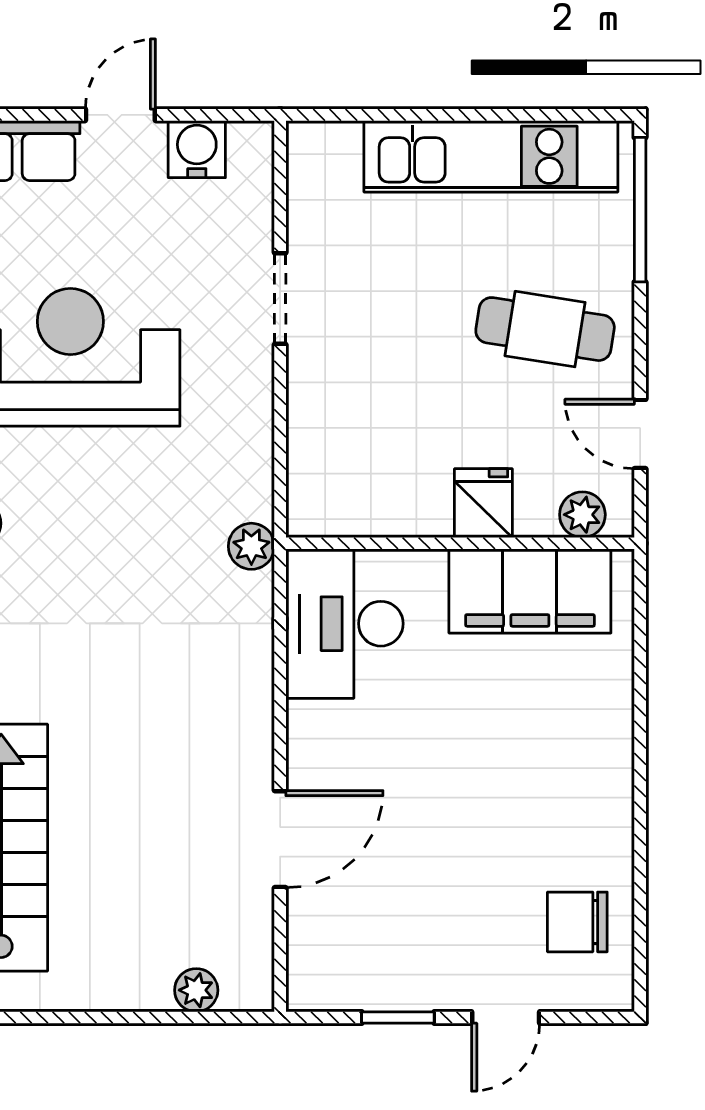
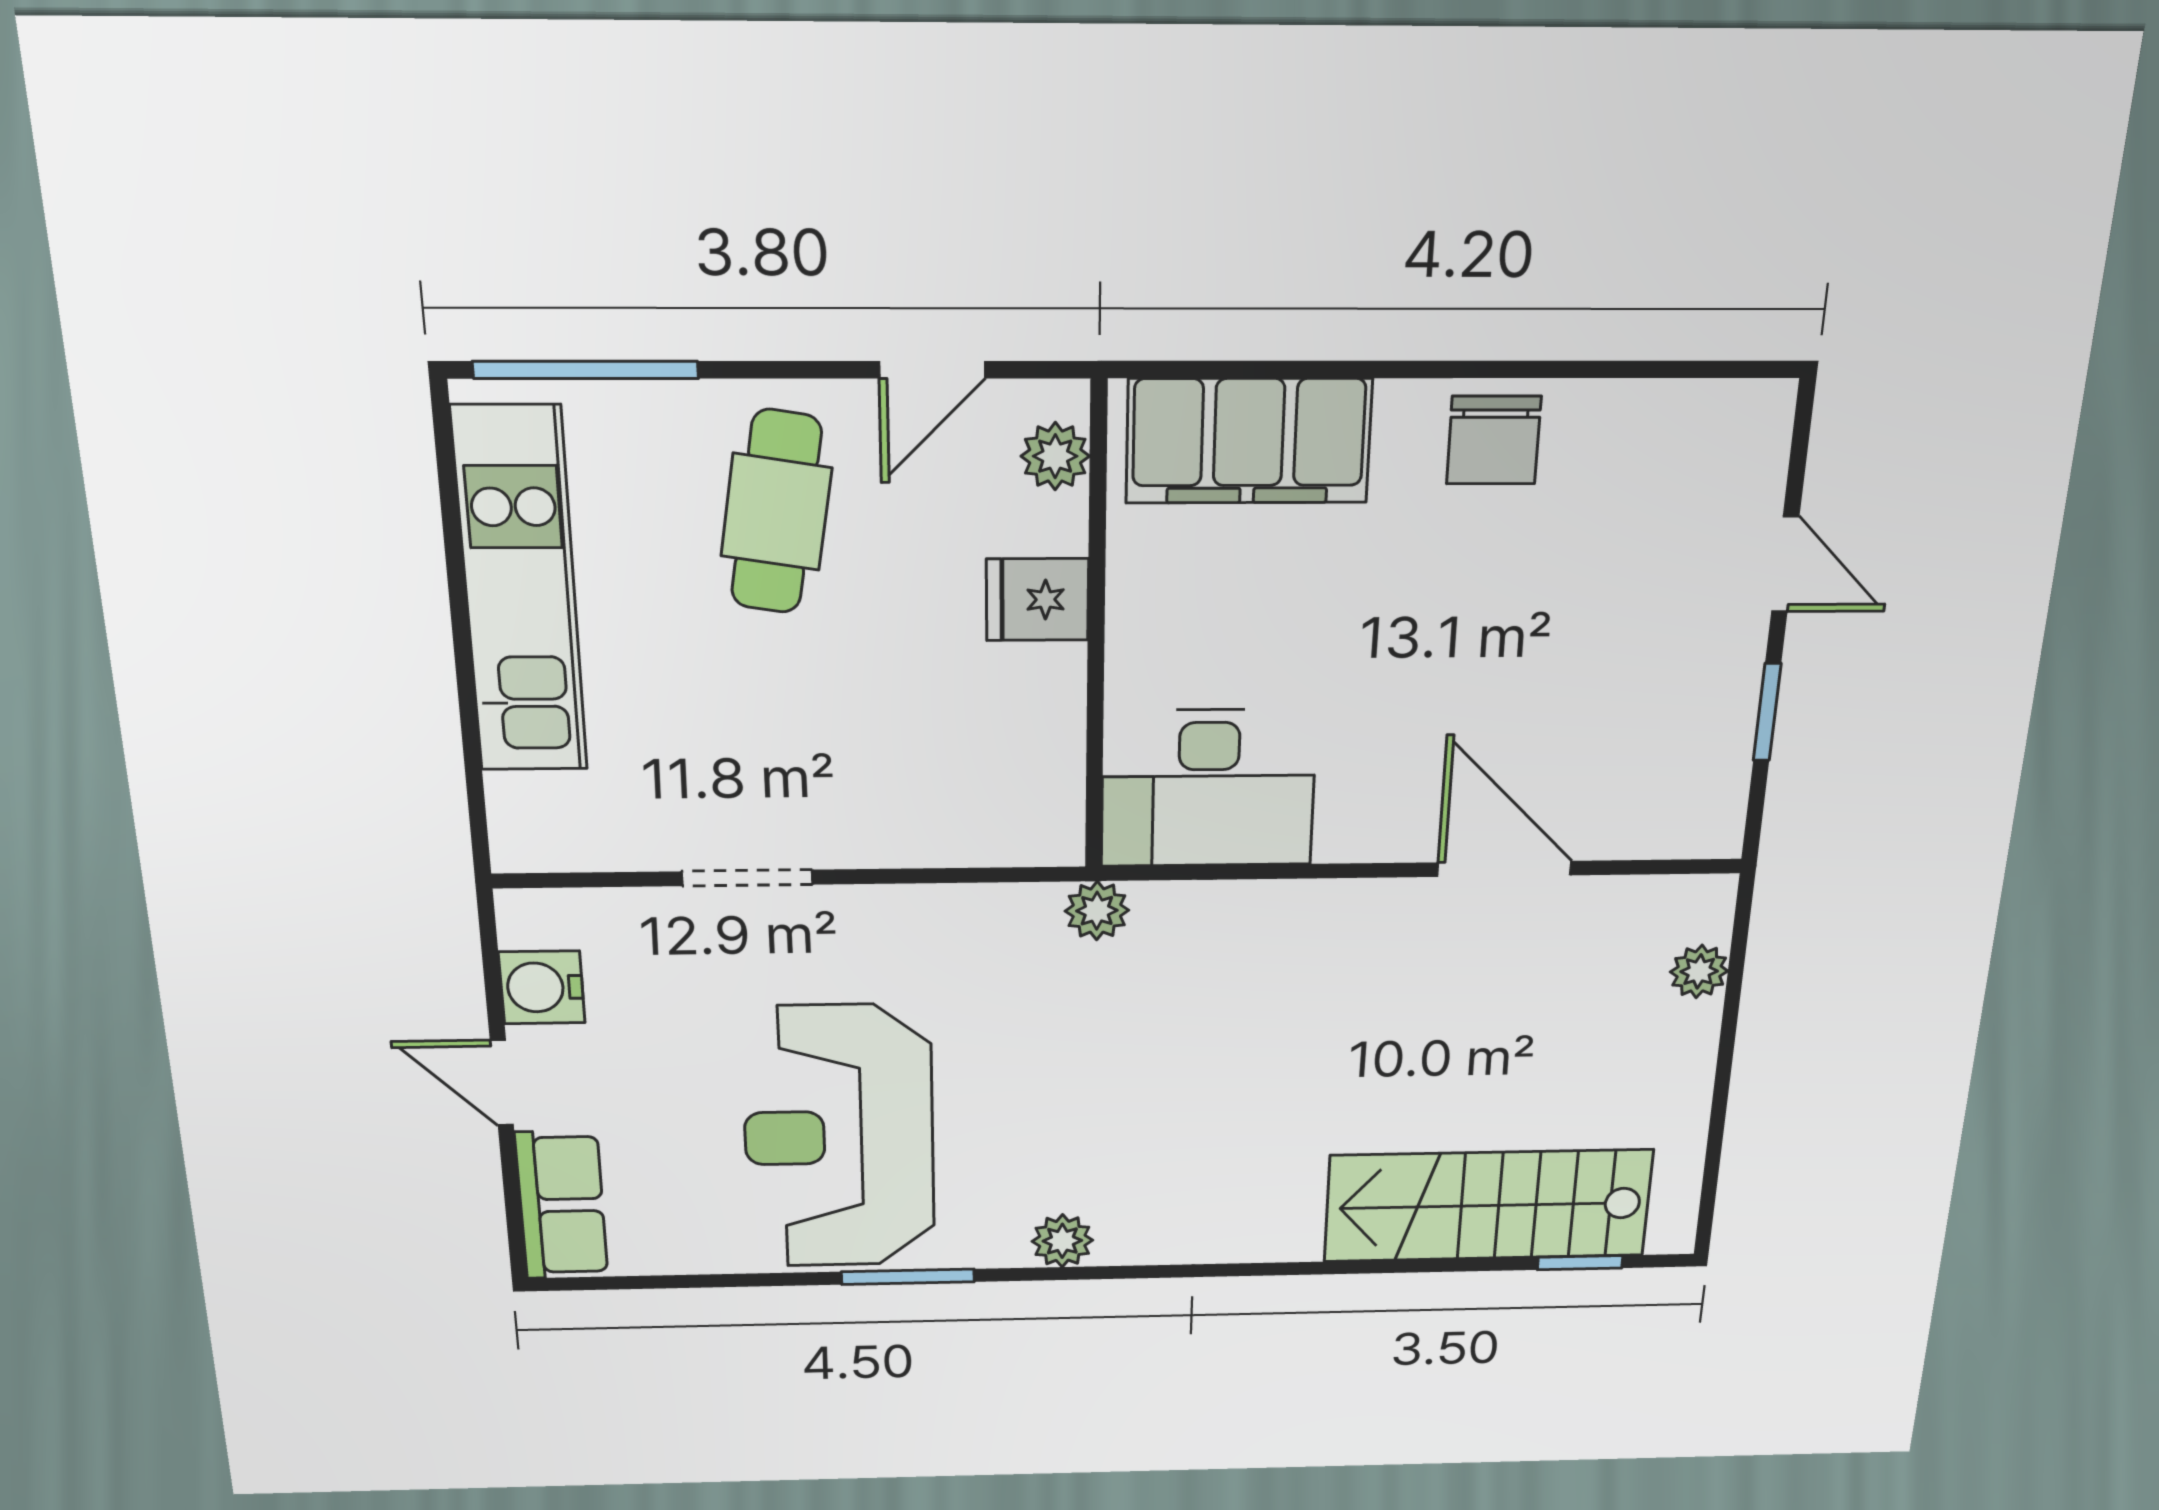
filing cabinet: (530, 591) -> (1249, 441), moved, turned 90
chair: (577, 922) -> (1494, 440), moved

